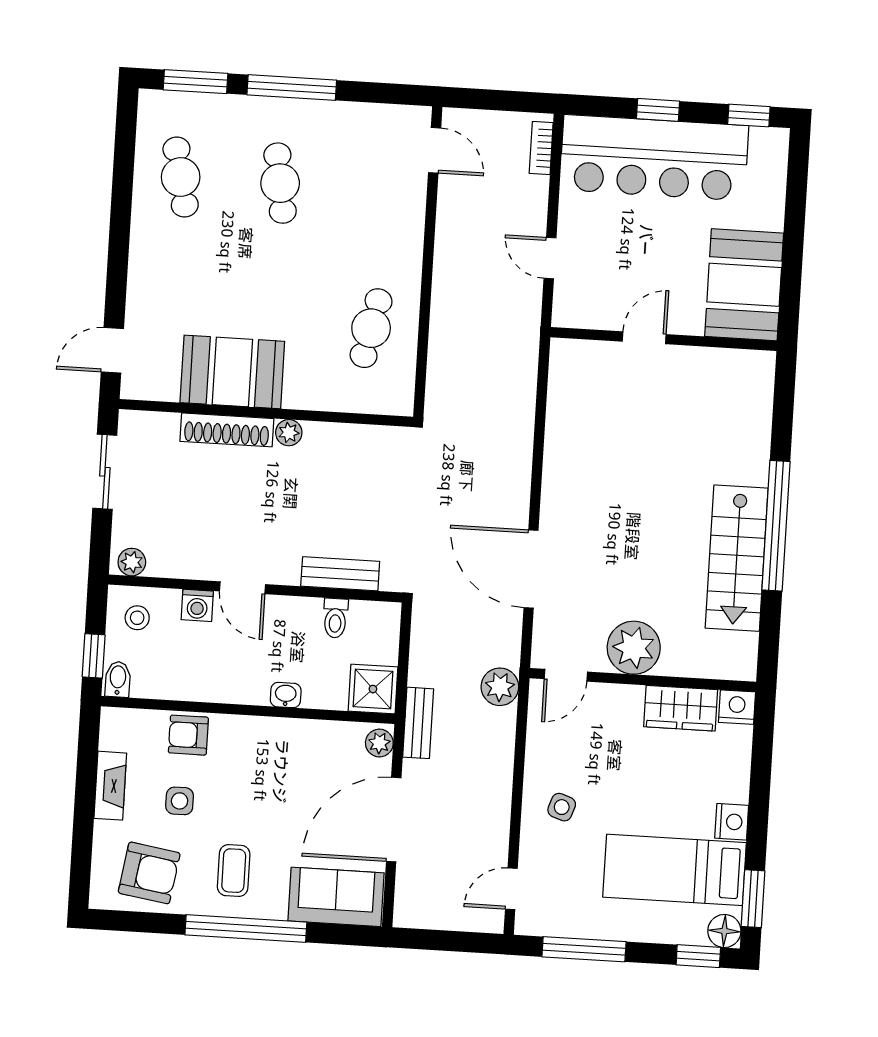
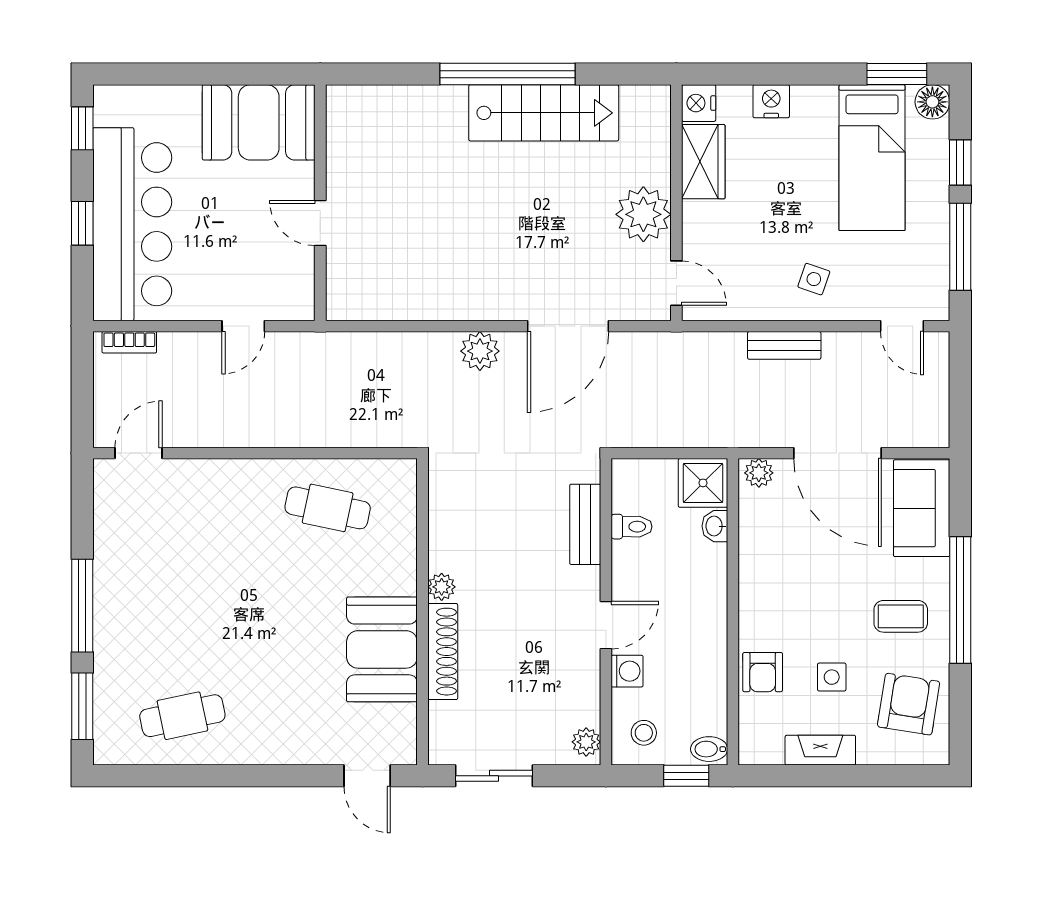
cafe table: (280, 183) -> (182, 612), removed
plant: (500, 687) -> (480, 351), moved
washbasin: (286, 695) -> (715, 526), moved
bench: (418, 723) -> (784, 345), moved
nightstand: (732, 822) -> (771, 101), moved
window: (698, 956) -> (960, 162), moved

